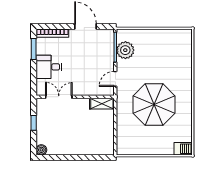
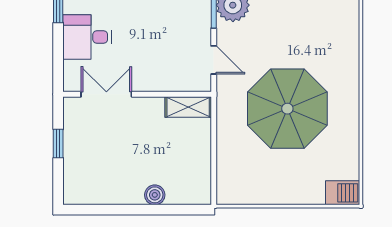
door: (115, 79) -> (214, 60), swing flipped
boiler: (41, 150) -> (155, 195), moved

